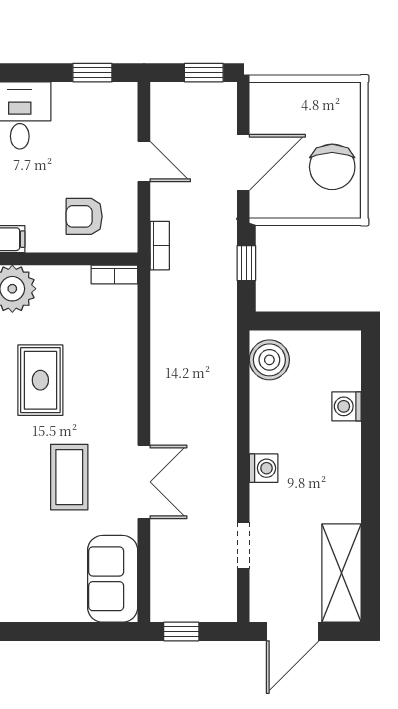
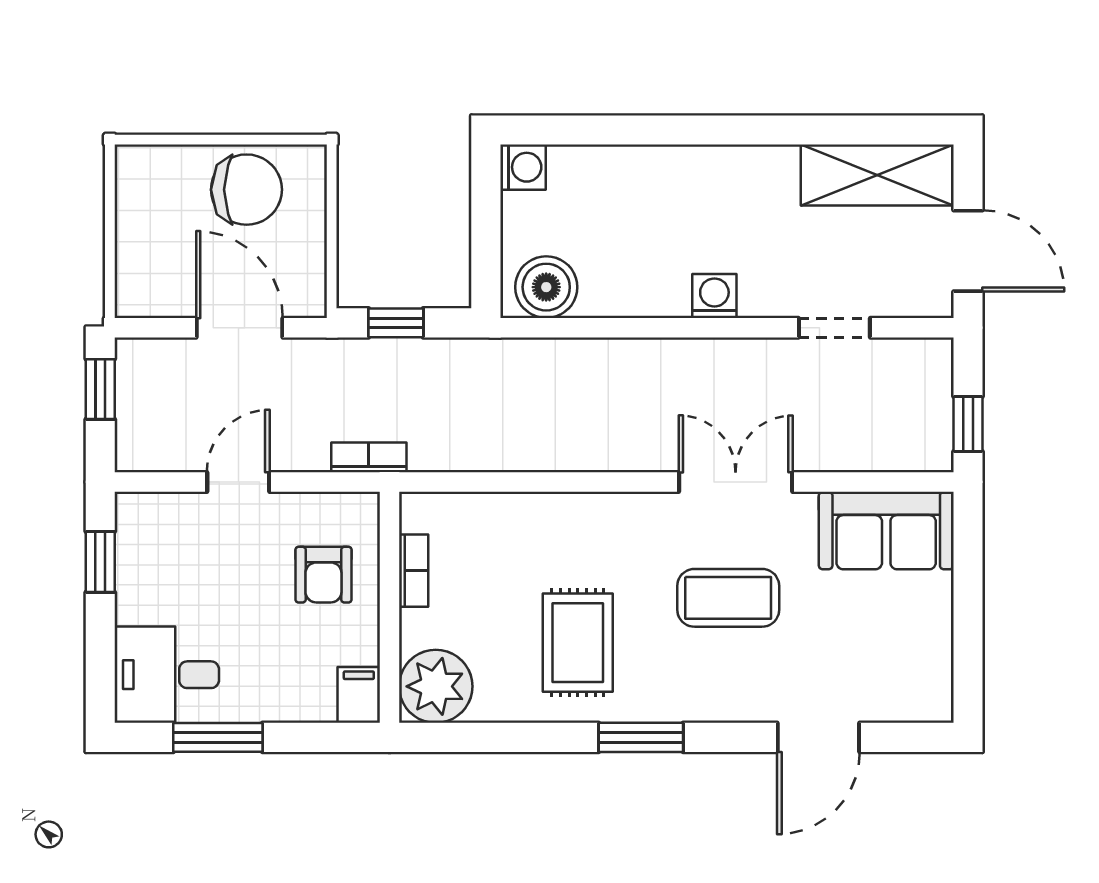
bookcase: (114, 274) -> (414, 571), moved
rug: (40, 380) -> (578, 643), turned 90
washing machine: (347, 406) -> (523, 167), moved, turned -90

